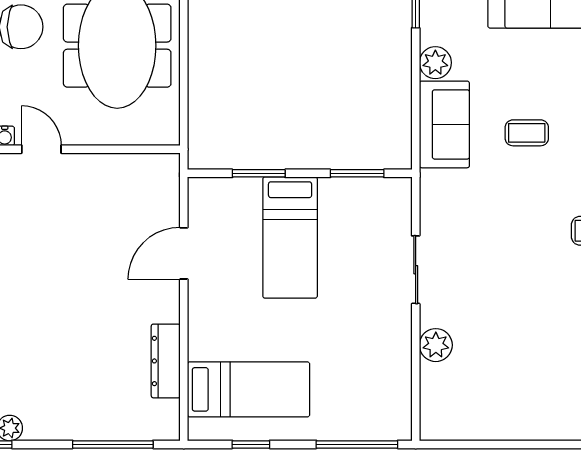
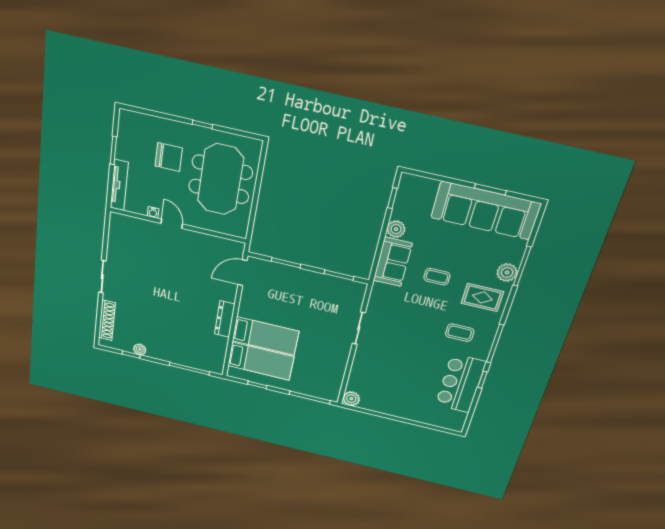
bed: (290, 238) -> (265, 336), moved, turned -90
door: (184, 253) -> (242, 273), moved
plant: (436, 345) -> (351, 399), moved
dresser: (166, 361) -> (225, 319), moved

